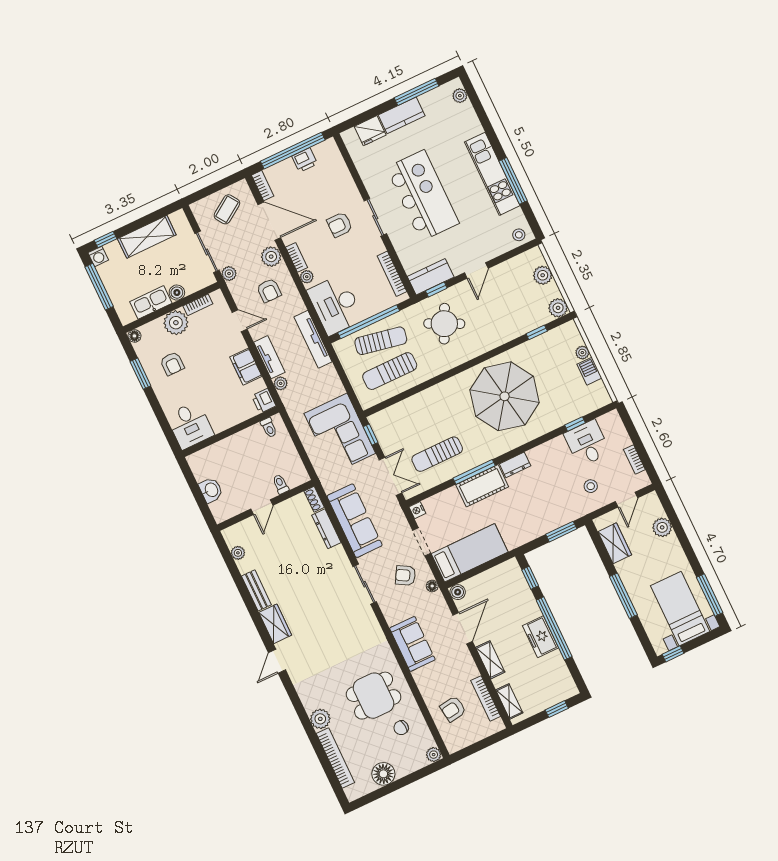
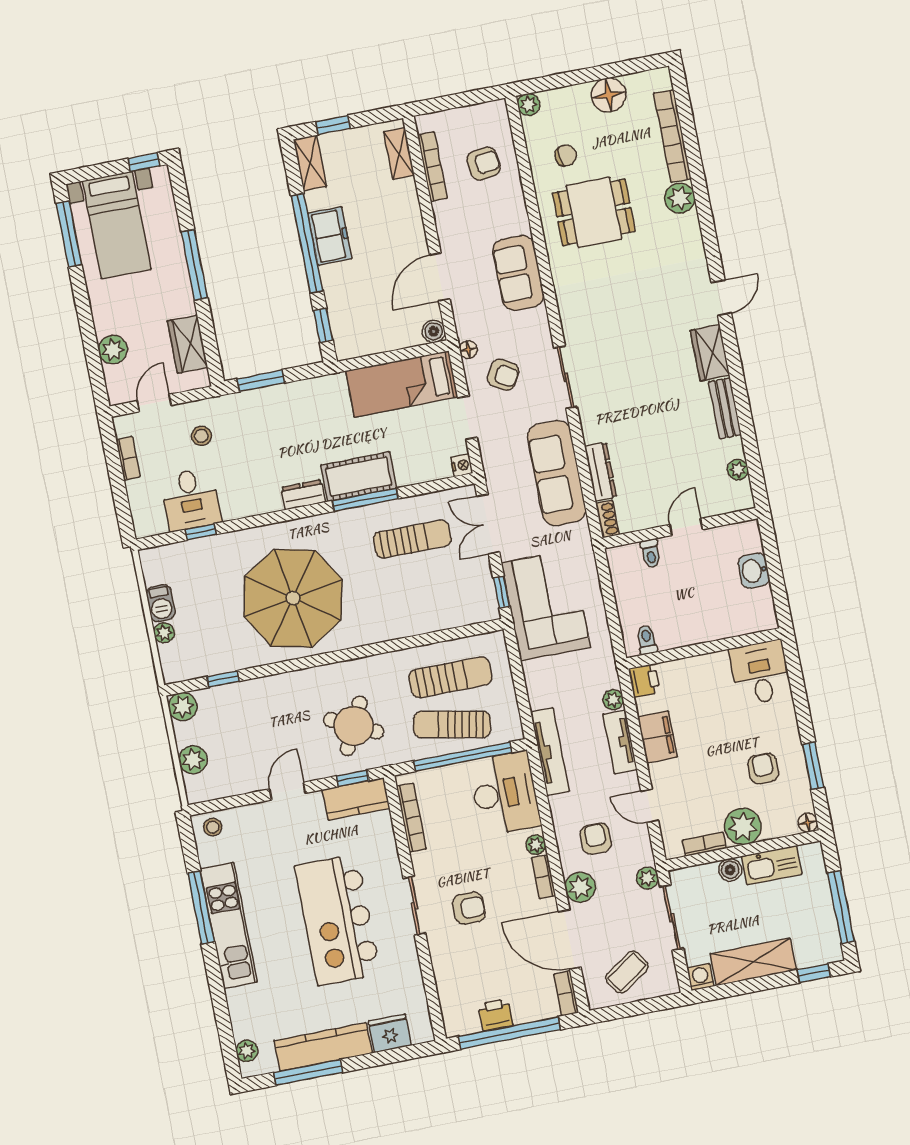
kitchen counter: (402, 115) -> (323, 1047), width x1.50
washing machine: (98, 256) -> (700, 977), moved
shelving: (490, 660) -> (310, 163), moved

